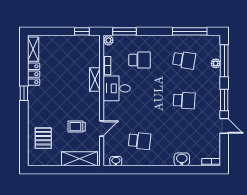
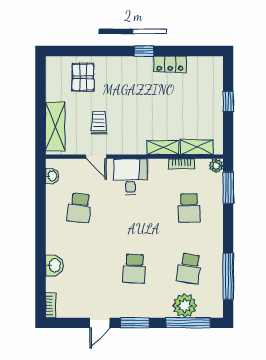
window: (82, 31) -> (228, 101), moved
shelving: (33, 49) -> (197, 147), moved
plant: (216, 63) -> (185, 306), width x1.87, depth x1.87
desk: (117, 88) -> (130, 177), moved
pallet: (43, 138) -> (83, 77), turned 90

